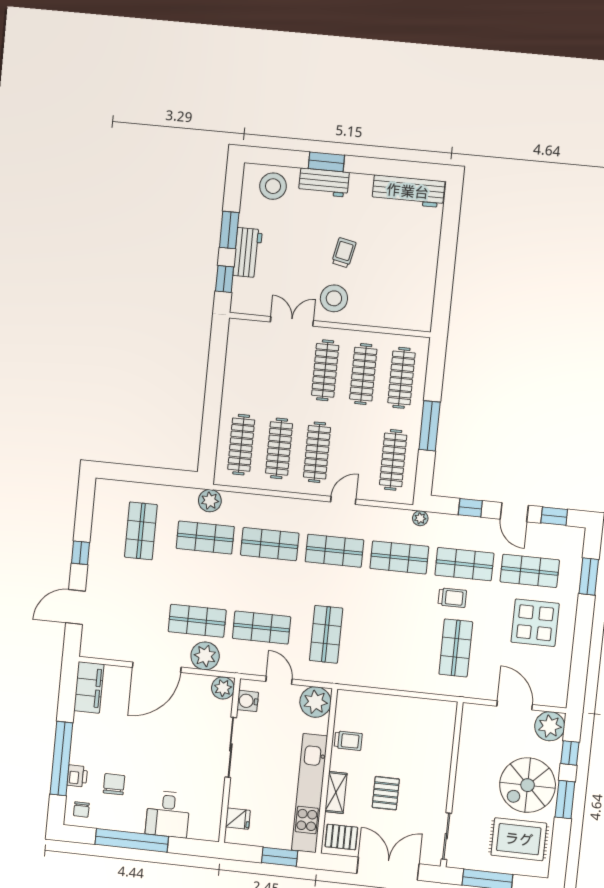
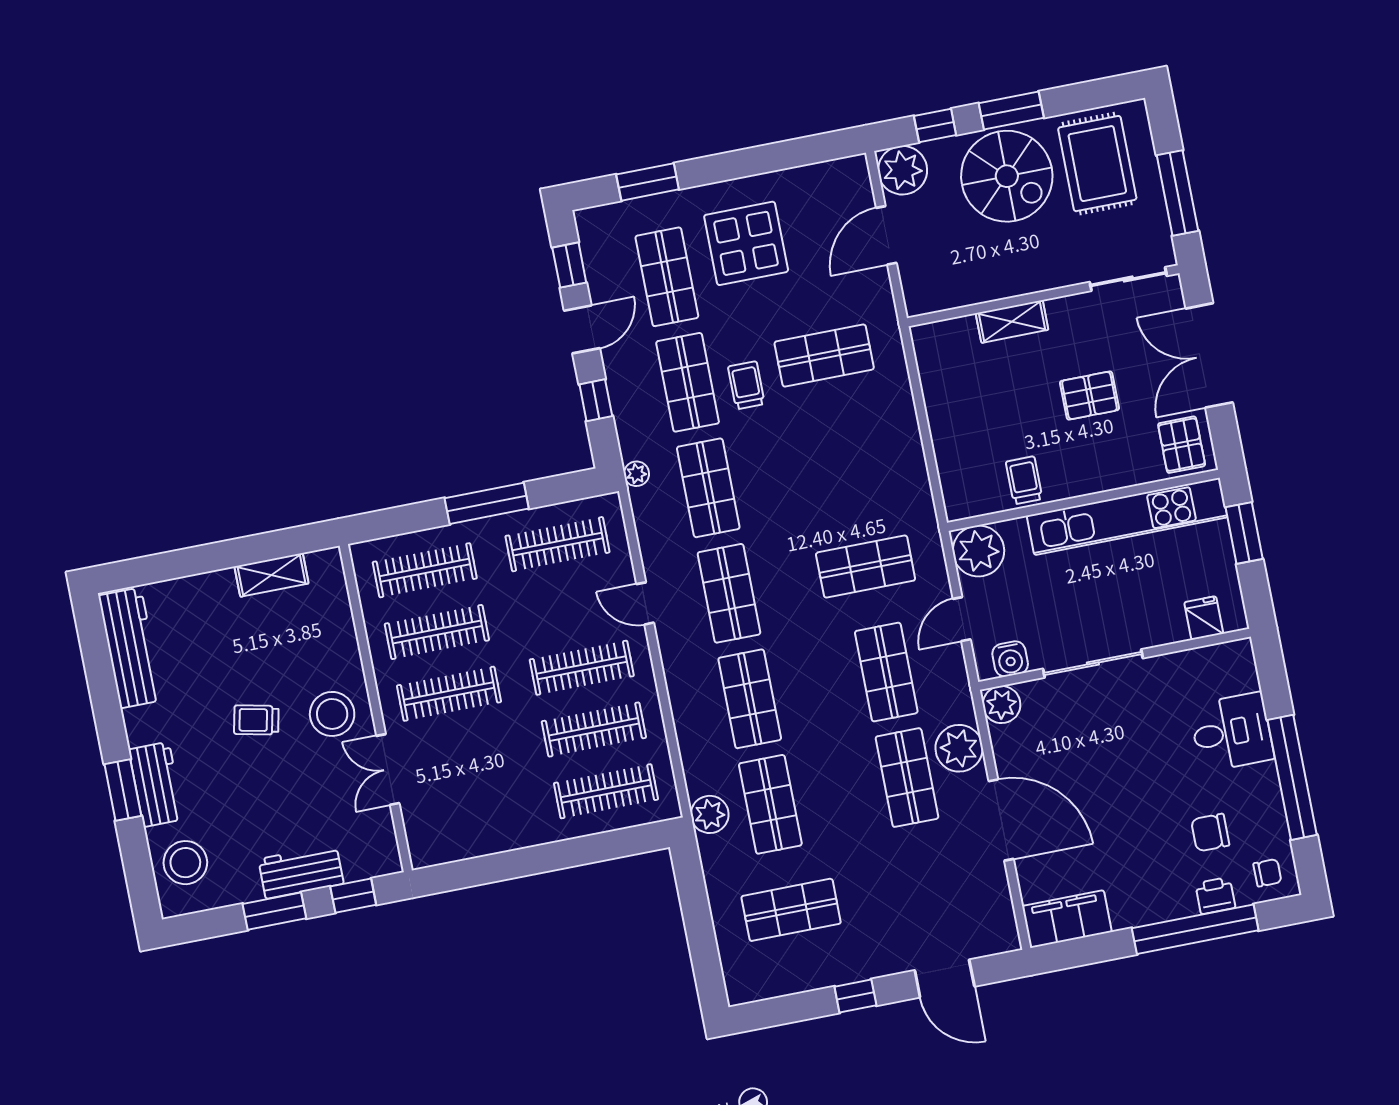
shelving: (426, 287) -> (272, 575), added
shelving: (336, 792) -> (1012, 321), moved

